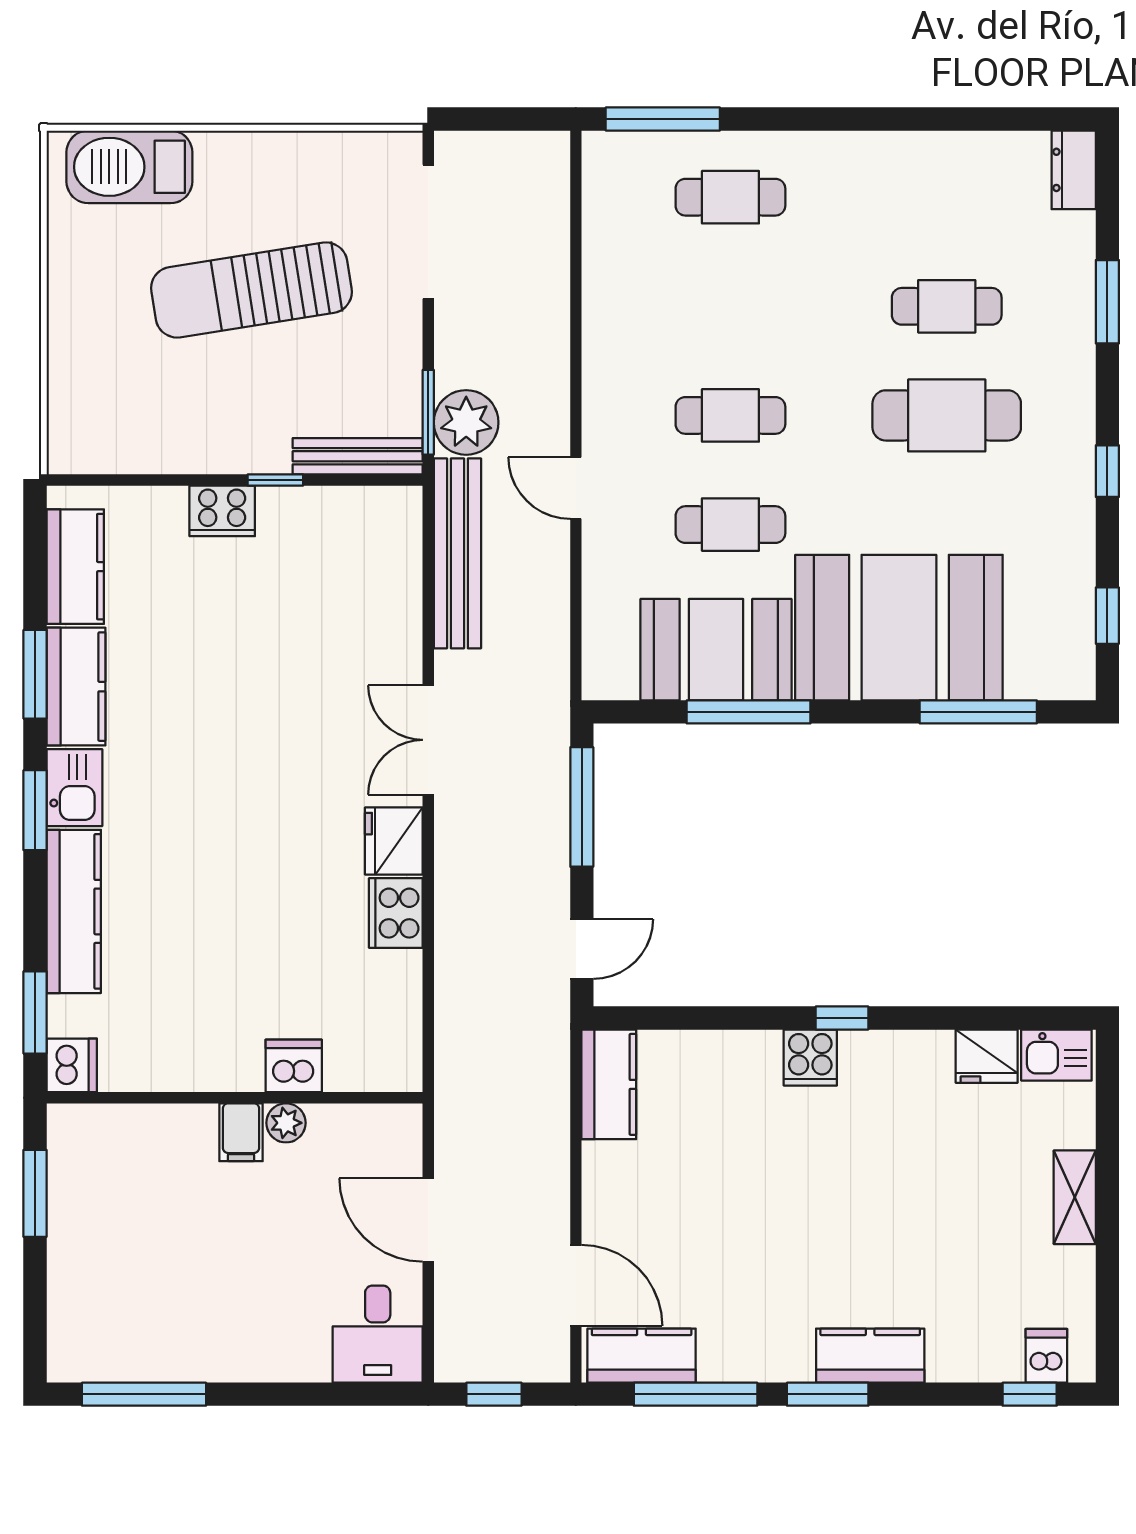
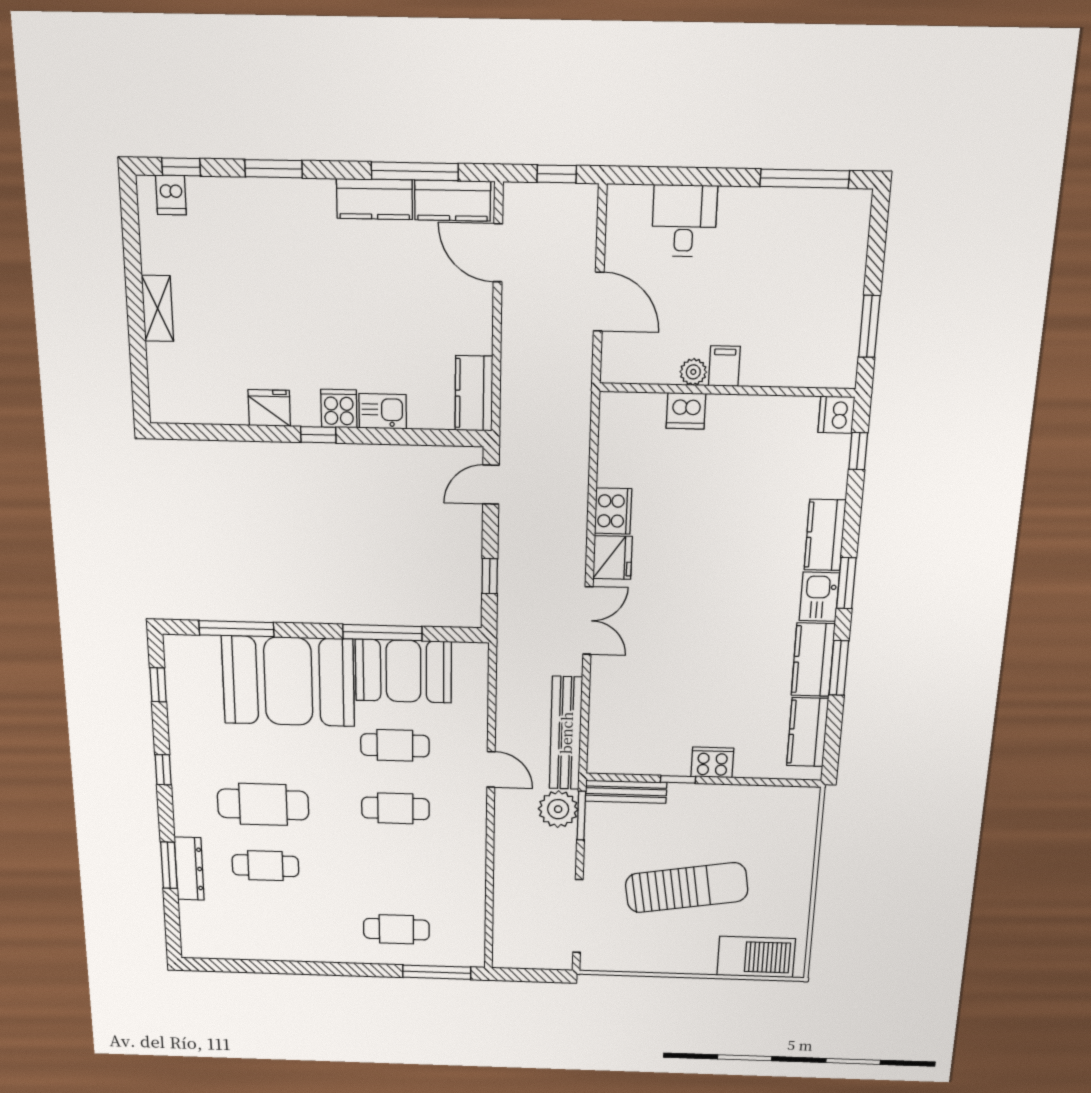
dresser: (1074, 170) -> (189, 869), moved, width x1.44
window: (582, 807) -> (490, 576), width x0.46
kitchen counter: (74, 911) -> (825, 535), width x0.67
window: (35, 1012) -> (858, 451), width x0.67
kitchen sink: (1056, 1055) -> (383, 411), moved
fridge: (987, 1056) -> (269, 408), moved
desk: (378, 1334) -> (684, 221), moved
kitchen counter: (870, 1356) -> (374, 199), moved
window: (828, 1394) -> (274, 169), moved

